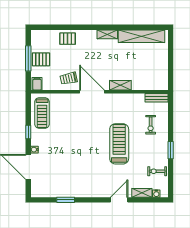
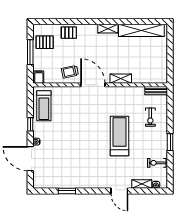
pallet: (41, 59) -> (45, 42), moved
door: (119, 200) -> (119, 191), swing flipped

